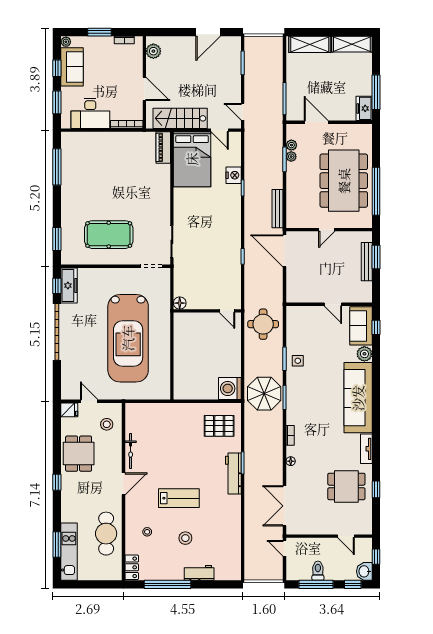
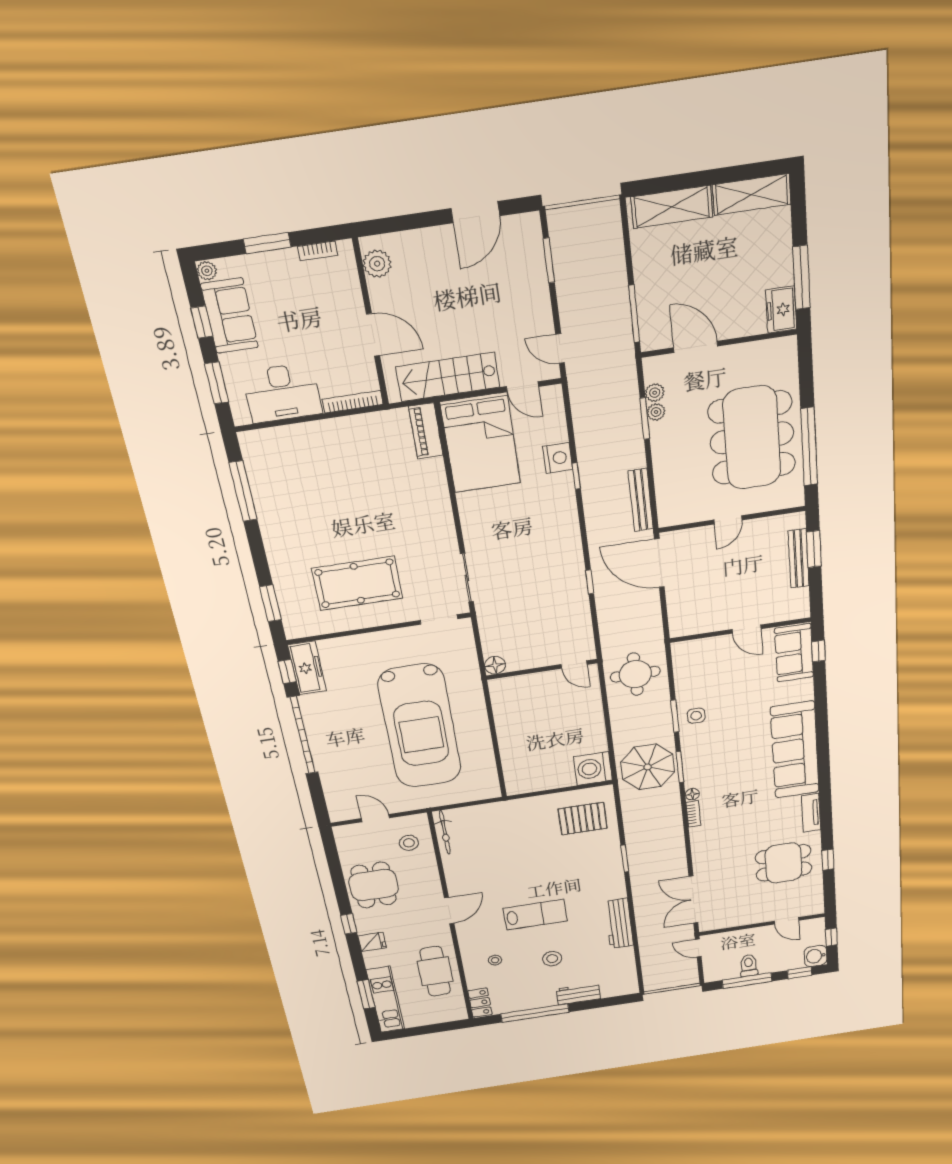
plant: (364, 354) -> (802, 690), removed
fridge: (69, 410) -> (372, 942), moved
bicycle: (131, 451) -> (445, 832), moved
floor lamp: (291, 461) -> (692, 794), moved
workbench: (233, 474) -> (619, 923), moved

